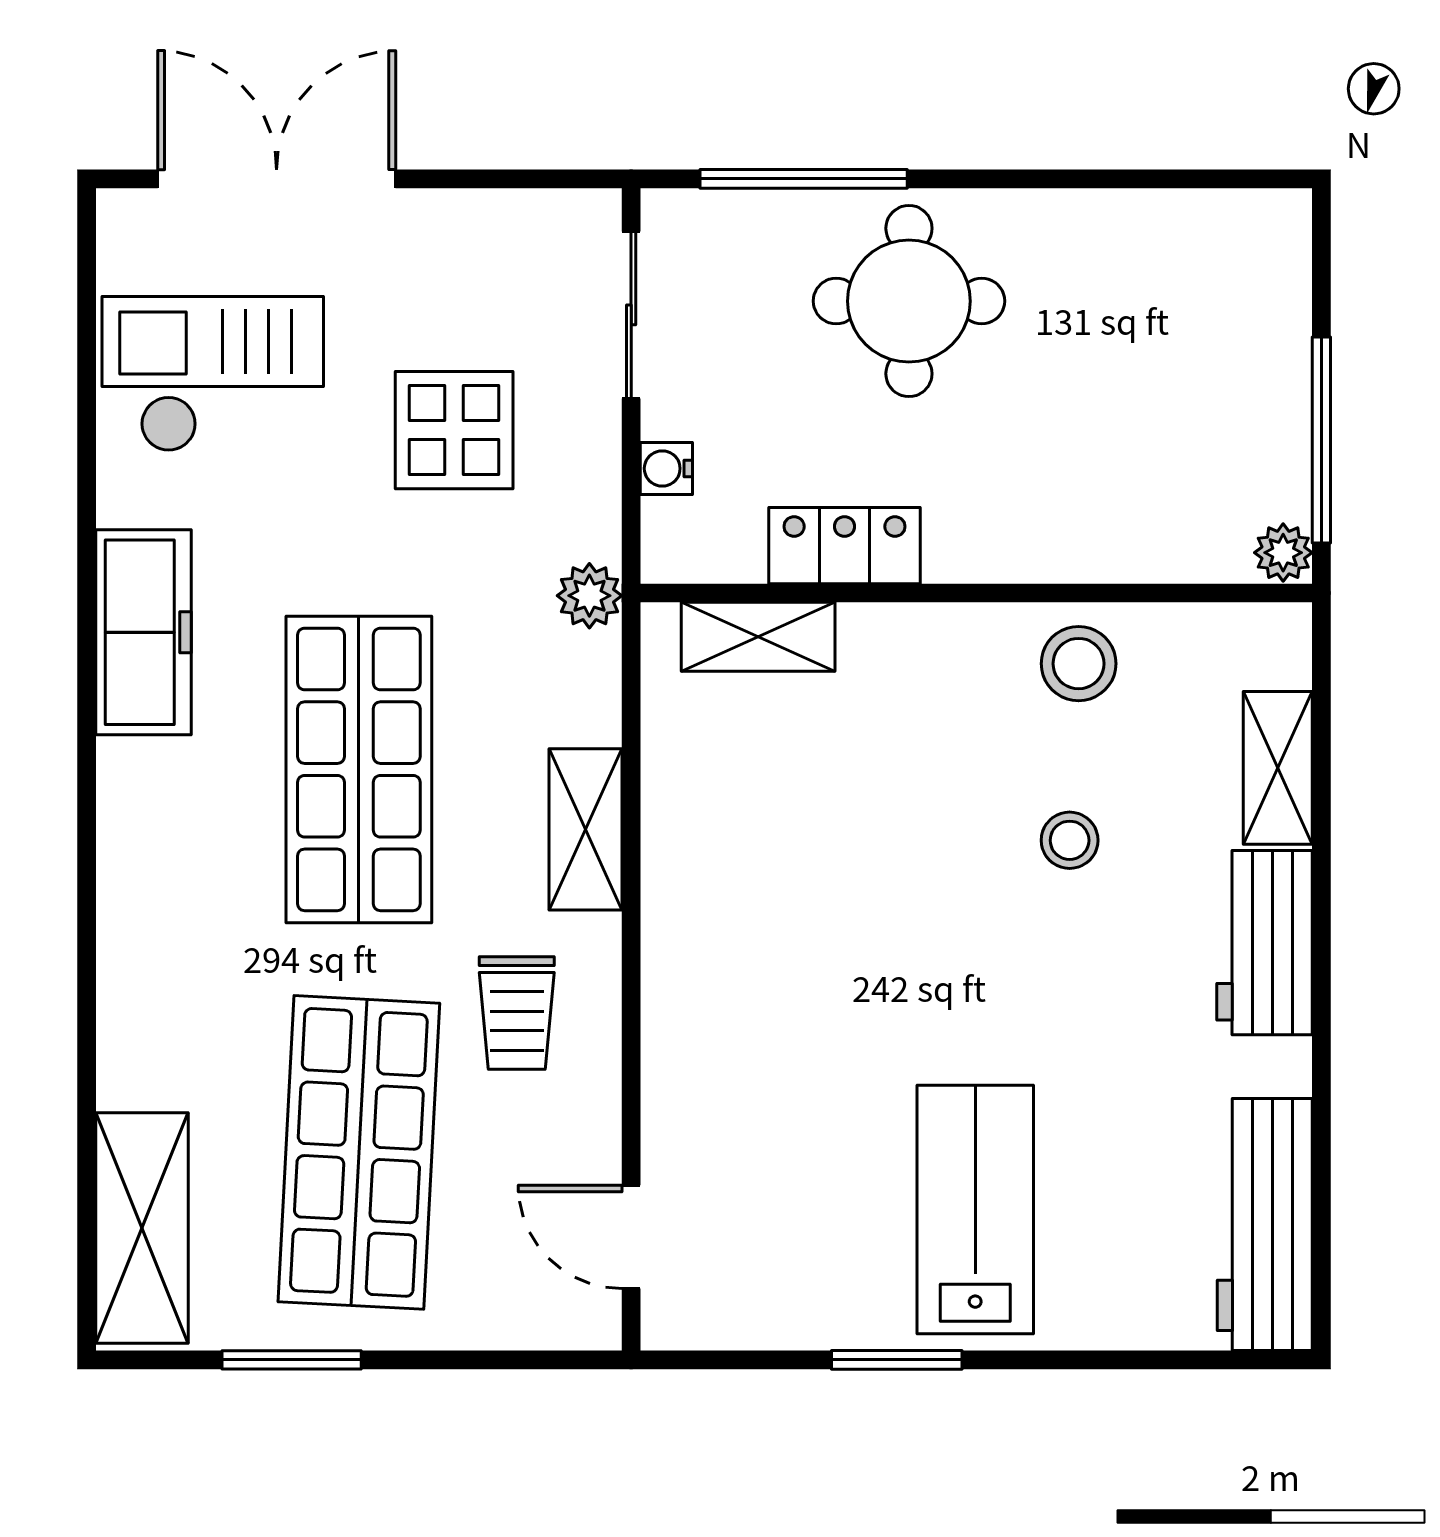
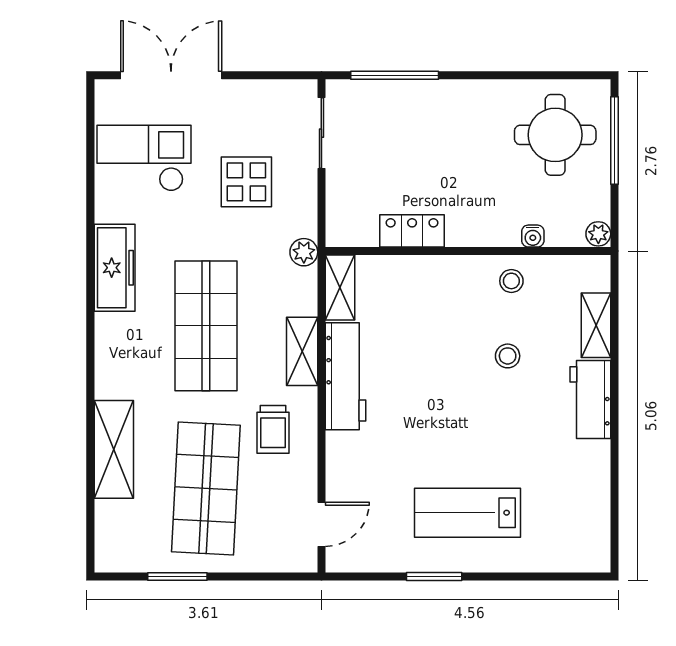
round table: (909, 301) -> (555, 135), moved
window: (1321, 440) -> (614, 140), moved
water cooler: (666, 468) -> (533, 236), moved, turned -90
shelving: (758, 637) -> (340, 287), moved, turned 90
stool: (1079, 664) -> (511, 281), width x0.73, depth x0.73
lab bench: (975, 1210) -> (468, 513), turned -90
workbench: (1265, 1225) -> (346, 376), moved, turned 180
shelving: (142, 1228) -> (114, 449), moved
door: (631, 1237) -> (321, 524), swing flipped

